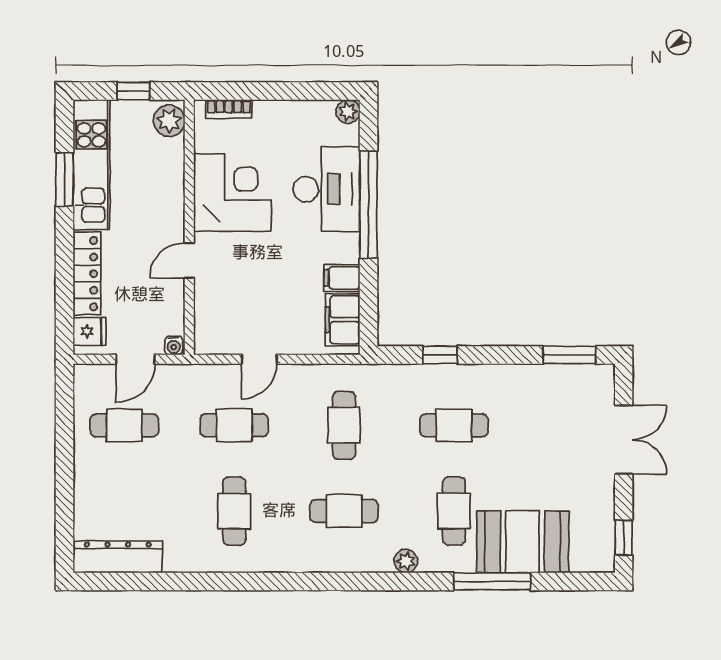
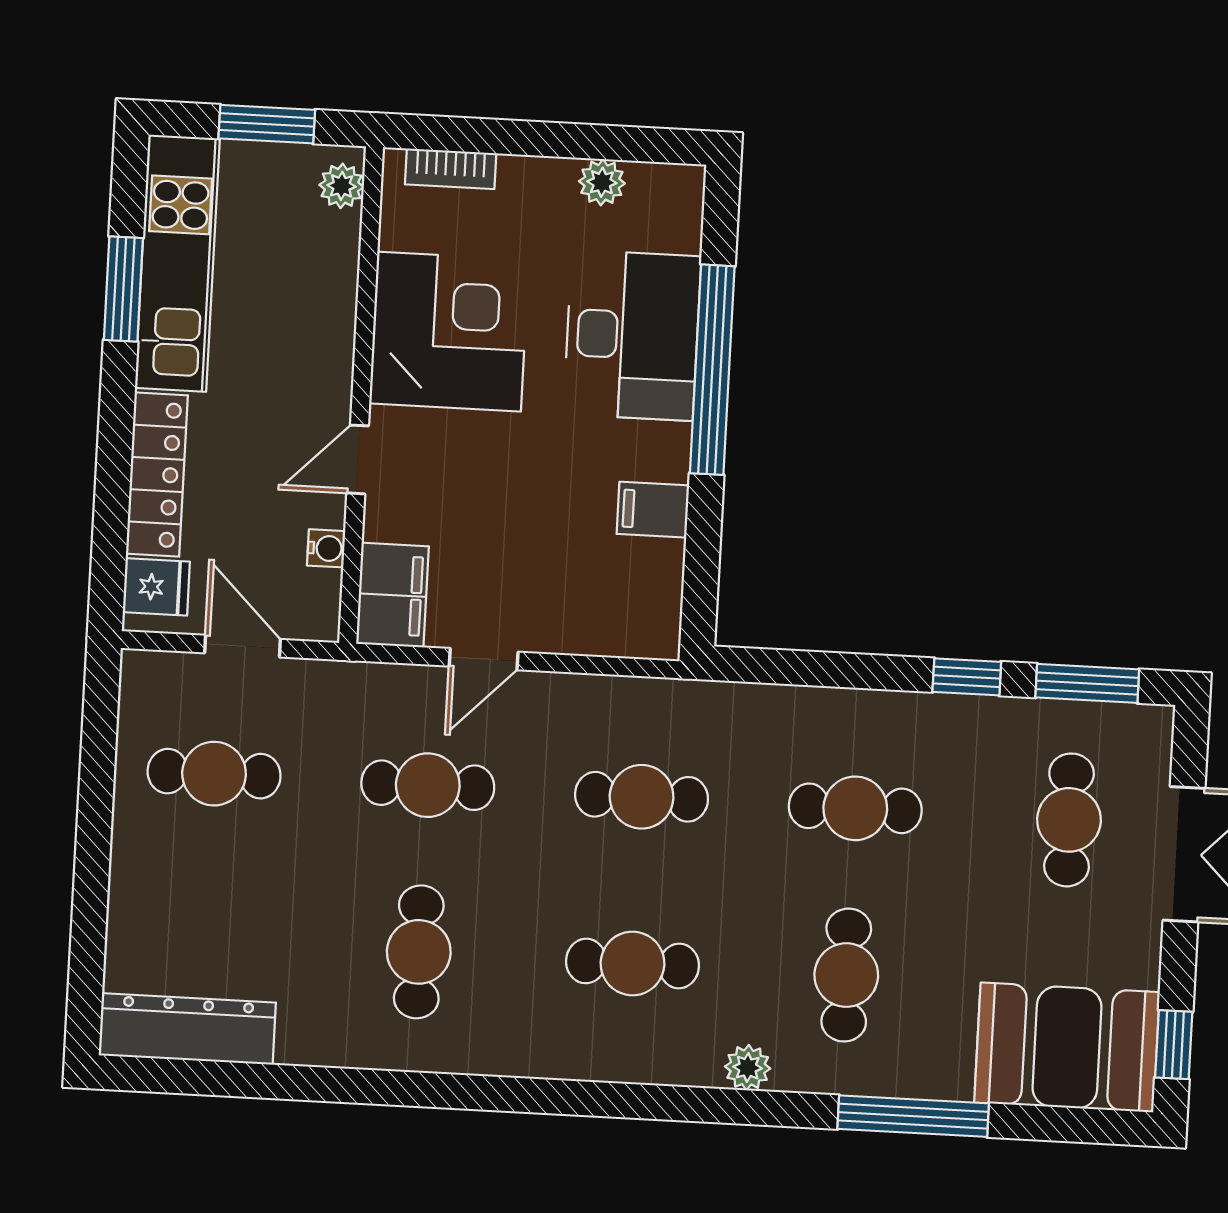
window: (133, 91) -> (267, 124), width x1.50
plant: (348, 112) -> (602, 182), moved
plant: (169, 121) -> (342, 186), width x0.73, depth x0.73
filing cabinet: (343, 320) -> (392, 595), moved, turned 180
water cooler: (174, 346) -> (326, 548), moved, turned -90
window: (440, 355) -> (967, 677), moved
door: (135, 359) -> (243, 646), swing flipped
cafe table: (344, 425) -> (642, 797), turned 90
cafe table: (564, 425) -> (1069, 820), added
booth: (522, 542) -> (1067, 1047), moved

